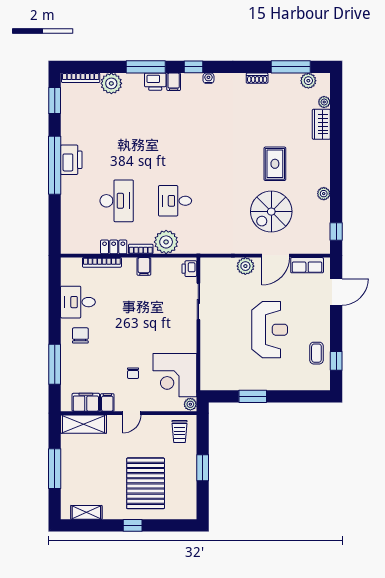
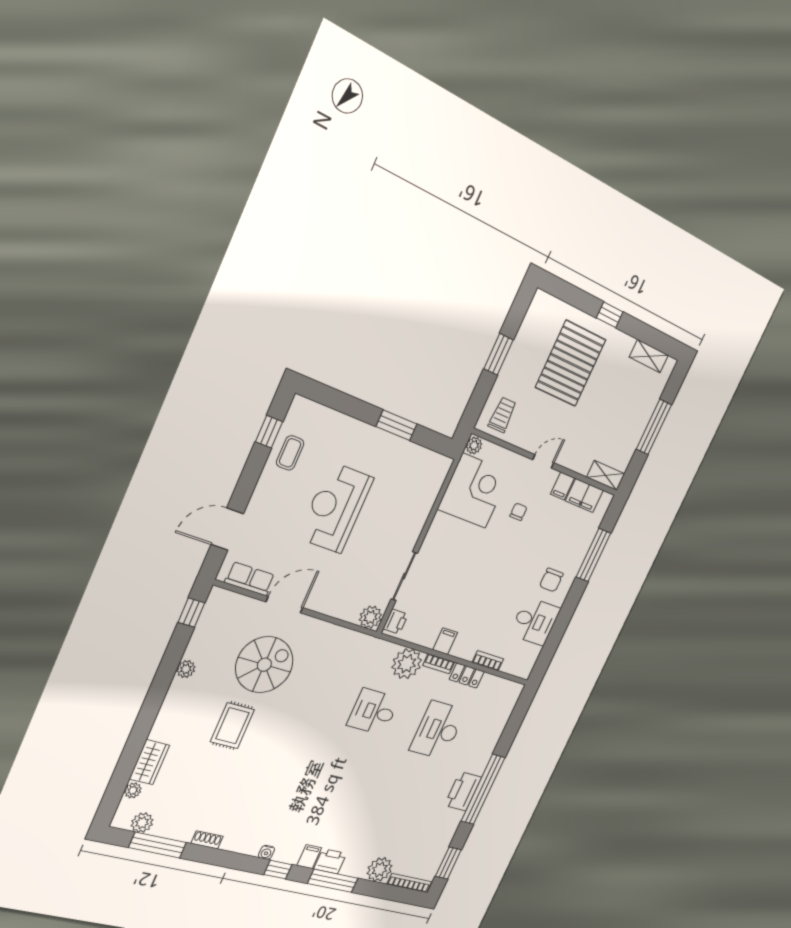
desk: (175, 201) -> (373, 712), turned 180
bookcase: (102, 262) -> (488, 661), width x0.64
plant: (245, 266) -> (370, 617), moved
shelving: (84, 424) -> (606, 476), width x0.67, depth x0.75

